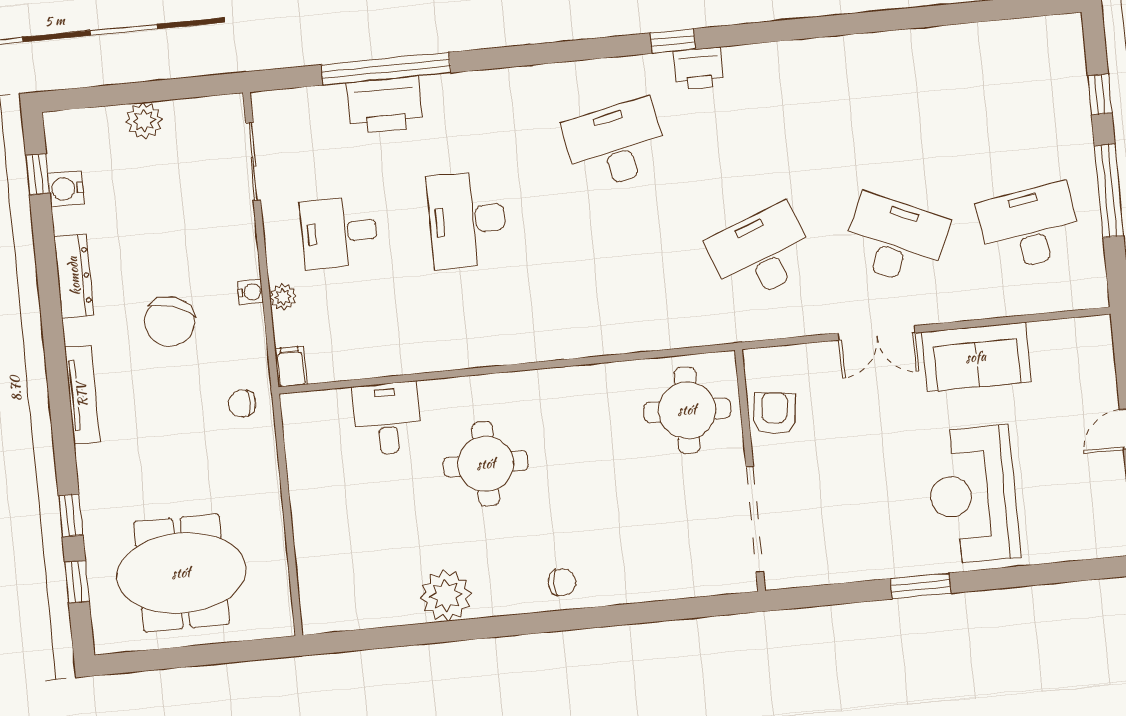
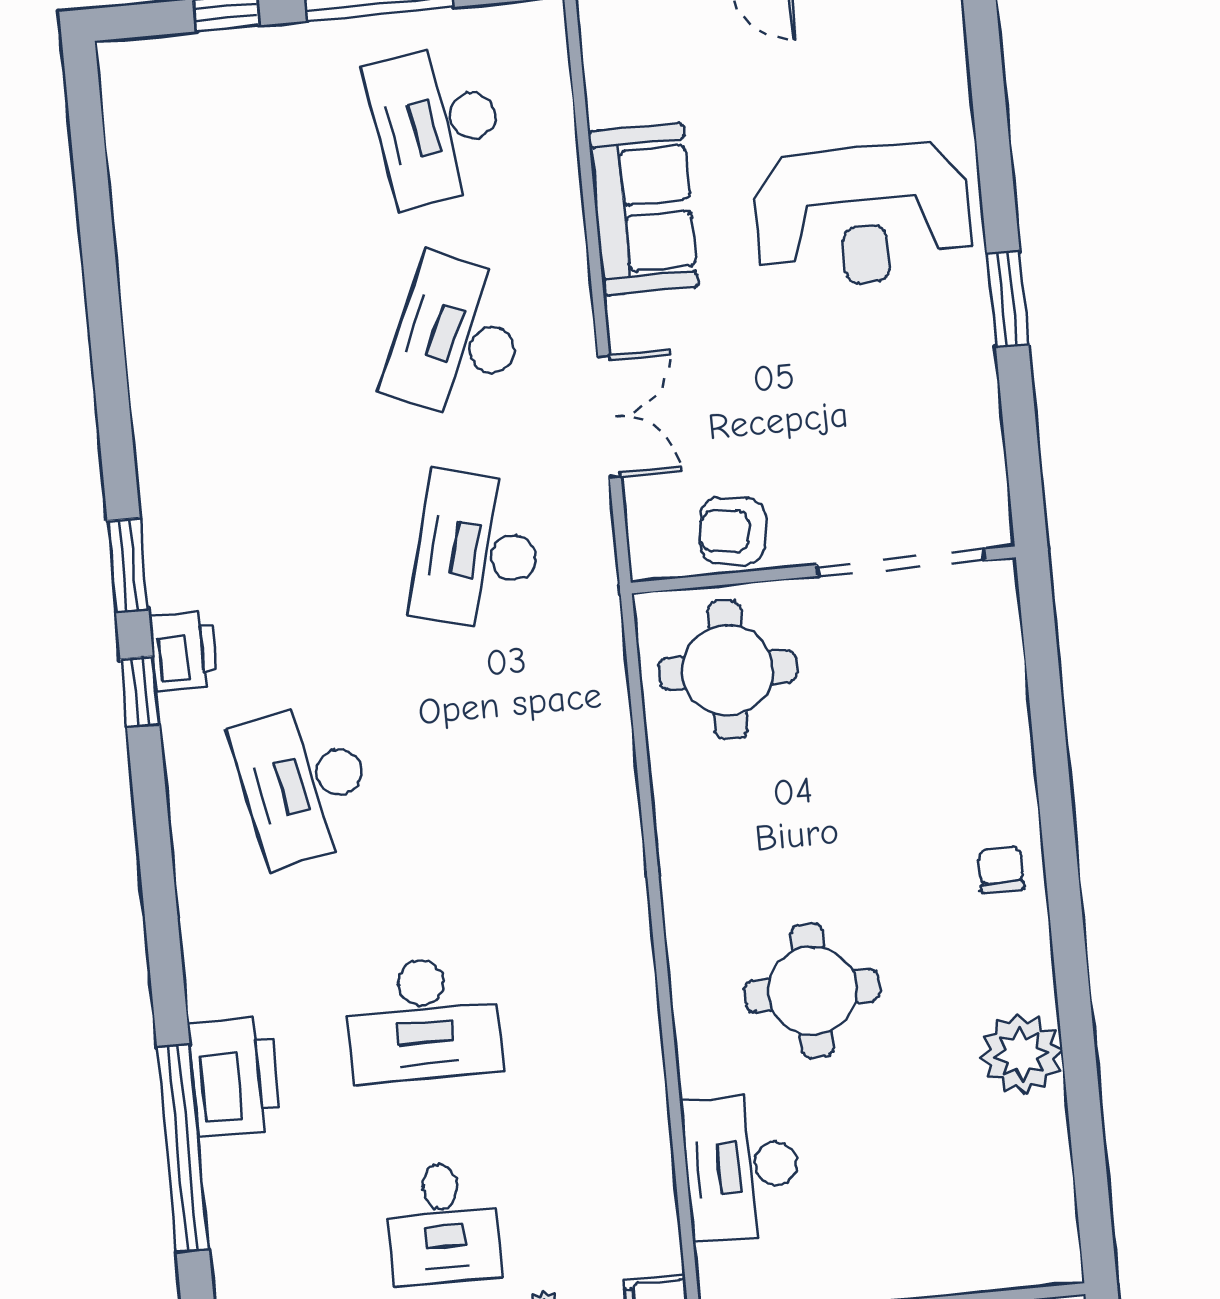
window: (753, 33) -> (128, 565), added
printer: (385, 105) -> (234, 1076), moved
desk: (761, 253) -> (477, 551), turned 36
double door: (877, 333) -> (609, 417), moved
desk: (387, 419) -> (742, 1167), width x1.37

